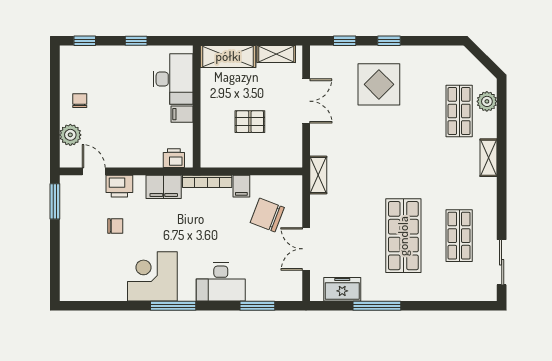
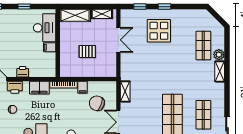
plant: (487, 101) -> (219, 55), moved
printer: (174, 158) -> (23, 72), moved
shelving: (318, 175) -> (125, 91), moved

